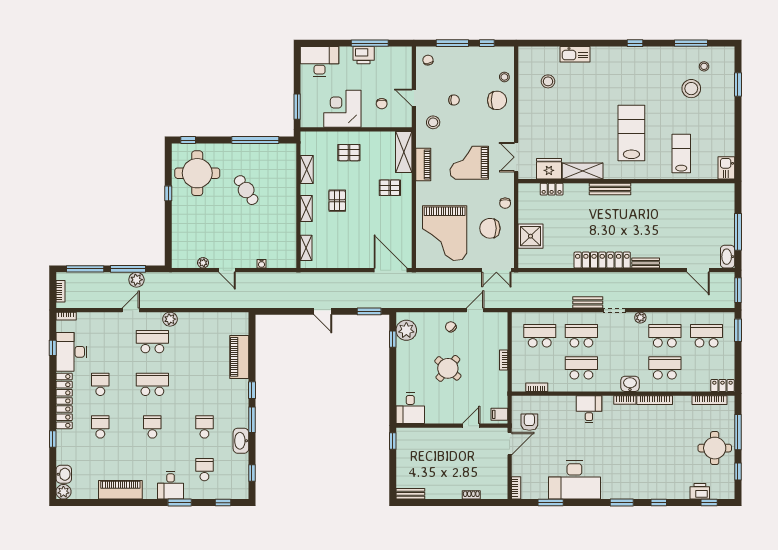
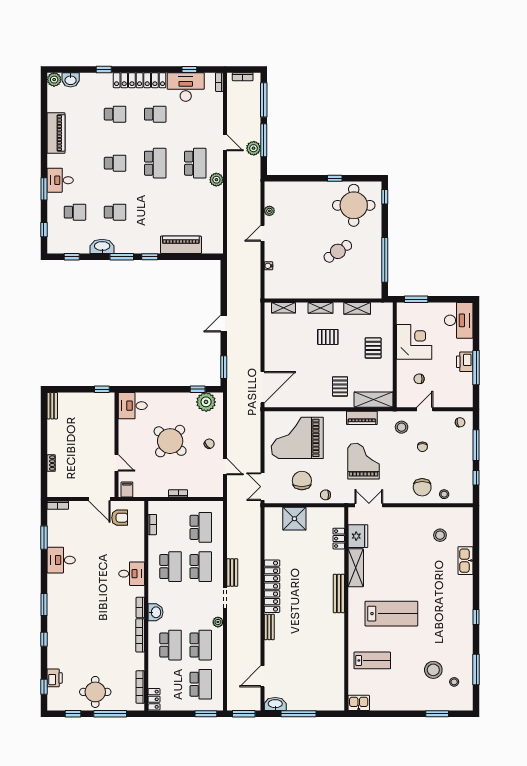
round table: (448, 368) -> (170, 441), width x1.36, depth x1.36
desk: (574, 480) -> (61, 560), width x0.53, depth x0.77

